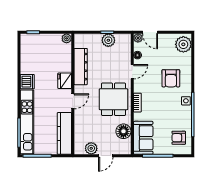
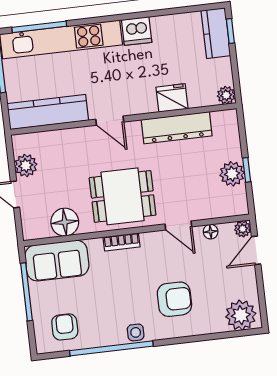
kitchen counter: (33, 40) -> (216, 33), added
armchair: (171, 78) -> (174, 299), turned 180
fridge: (65, 81) -> (172, 98), moved

